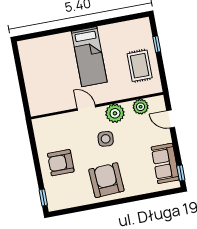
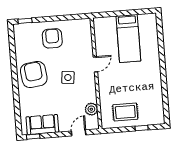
bed: (89, 57) -> (128, 38), moved, turned -90
plant: (115, 113) -> (88, 87), removed
armchair: (106, 180) -> (34, 75), turned -94

